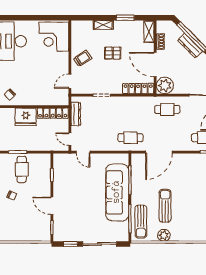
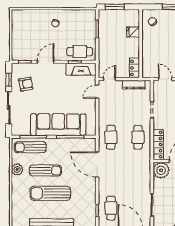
cafe table: (167, 109) -> (138, 137), moved
locker: (53, 113) -> (134, 68), width x0.66
fridge: (26, 117) -> (133, 32), width x0.53, depth x0.75
cafe table: (22, 169) -> (80, 52), moved
fireplace: (60, 169) -> (81, 69), added
sun lounger: (189, 201) -> (50, 193), added
armchair: (75, 226) -> (26, 84), added

